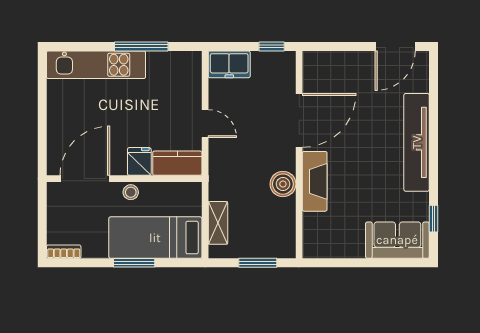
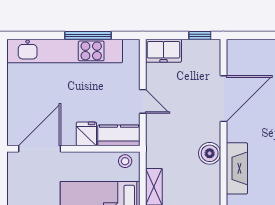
kitchen unit: (96, 65) -> (65, 51), width x1.36
fireplace: (315, 181) -> (237, 168), moved
stool: (131, 192) -> (125, 161), moved

